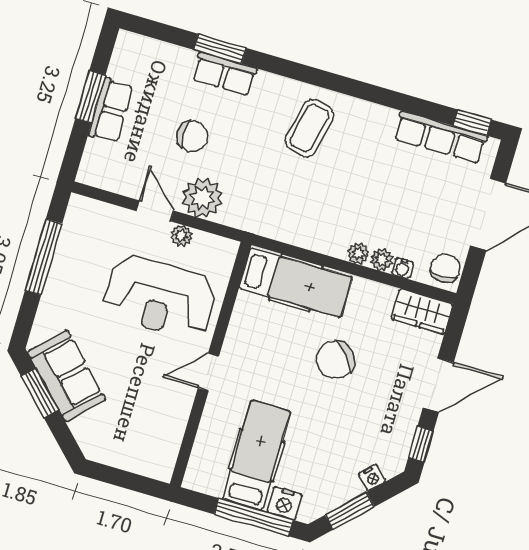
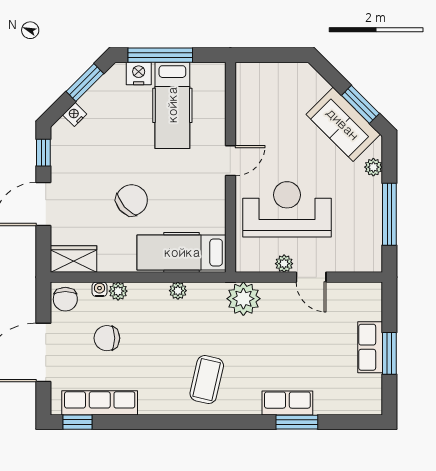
chair: (192, 136) -> (107, 338), moved
plant: (202, 198) -> (243, 299), moved
plant: (358, 254) -> (178, 291), moved
plant: (46, 316) -> (373, 167), added

